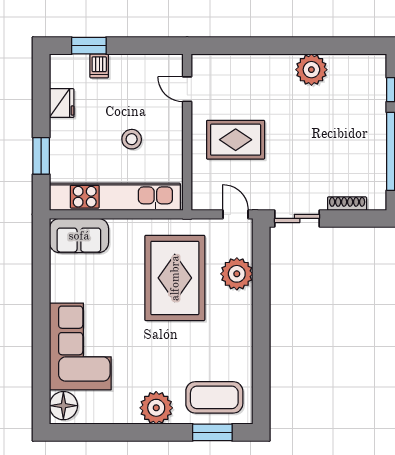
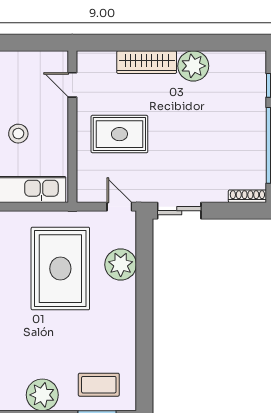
wardrobe: (264, 66) -> (147, 62), added
shoe rack: (347, 204) -> (247, 196), moved
coffee table: (214, 397) -> (99, 385), width x0.73, depth x0.76

